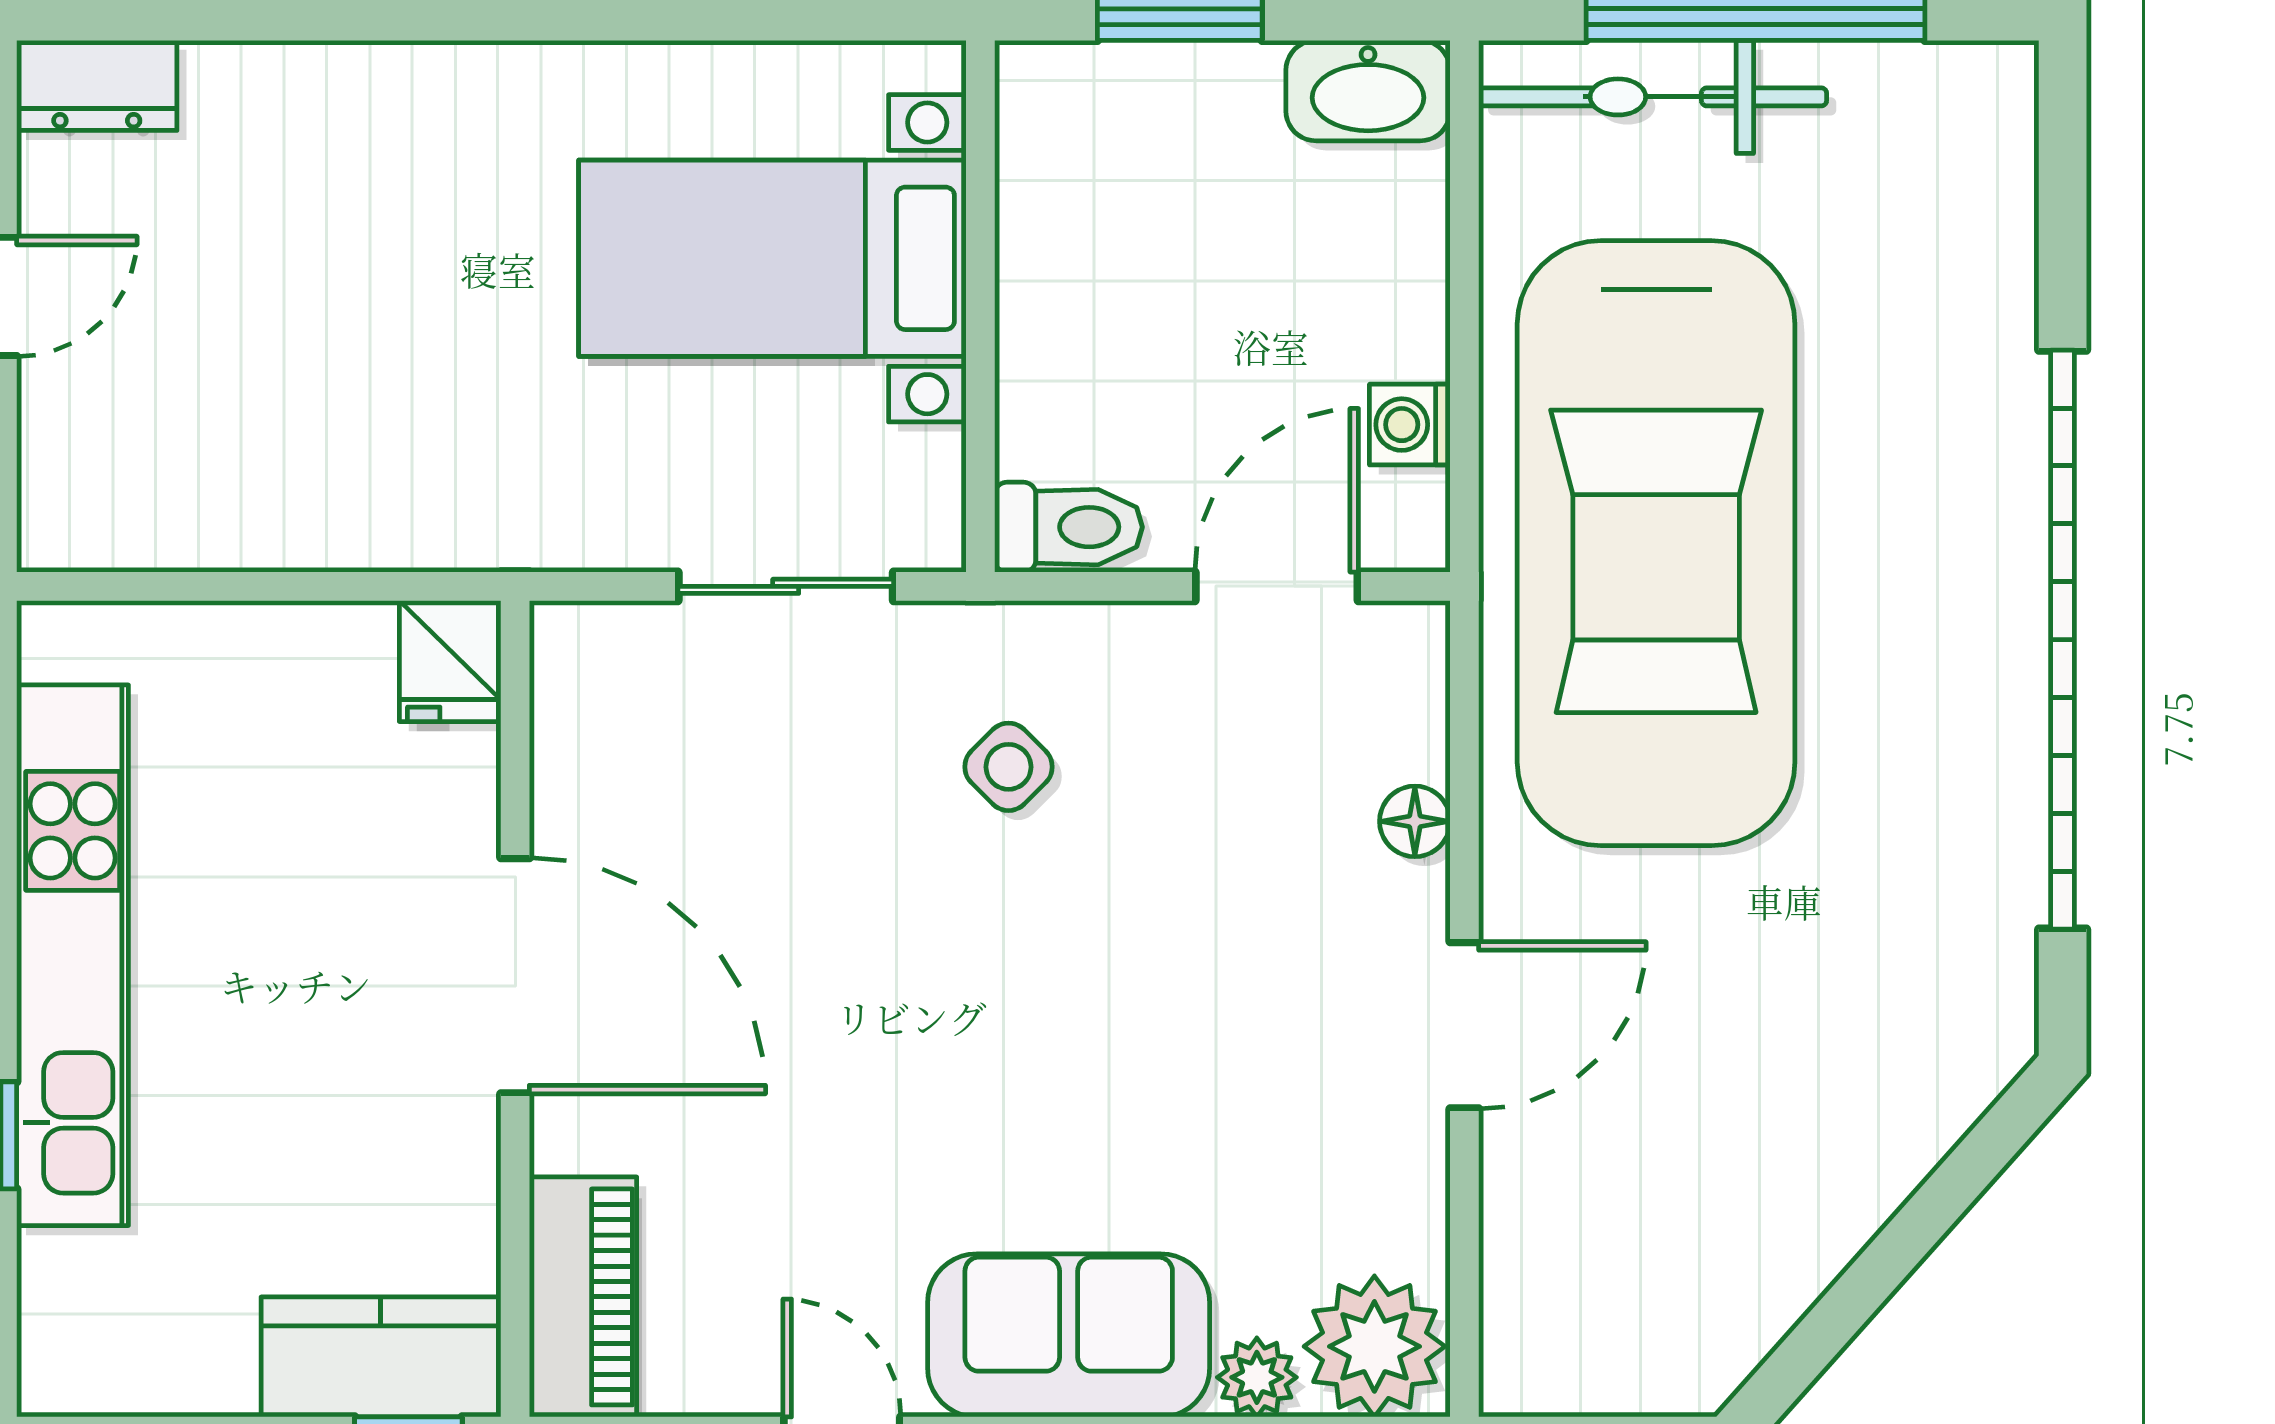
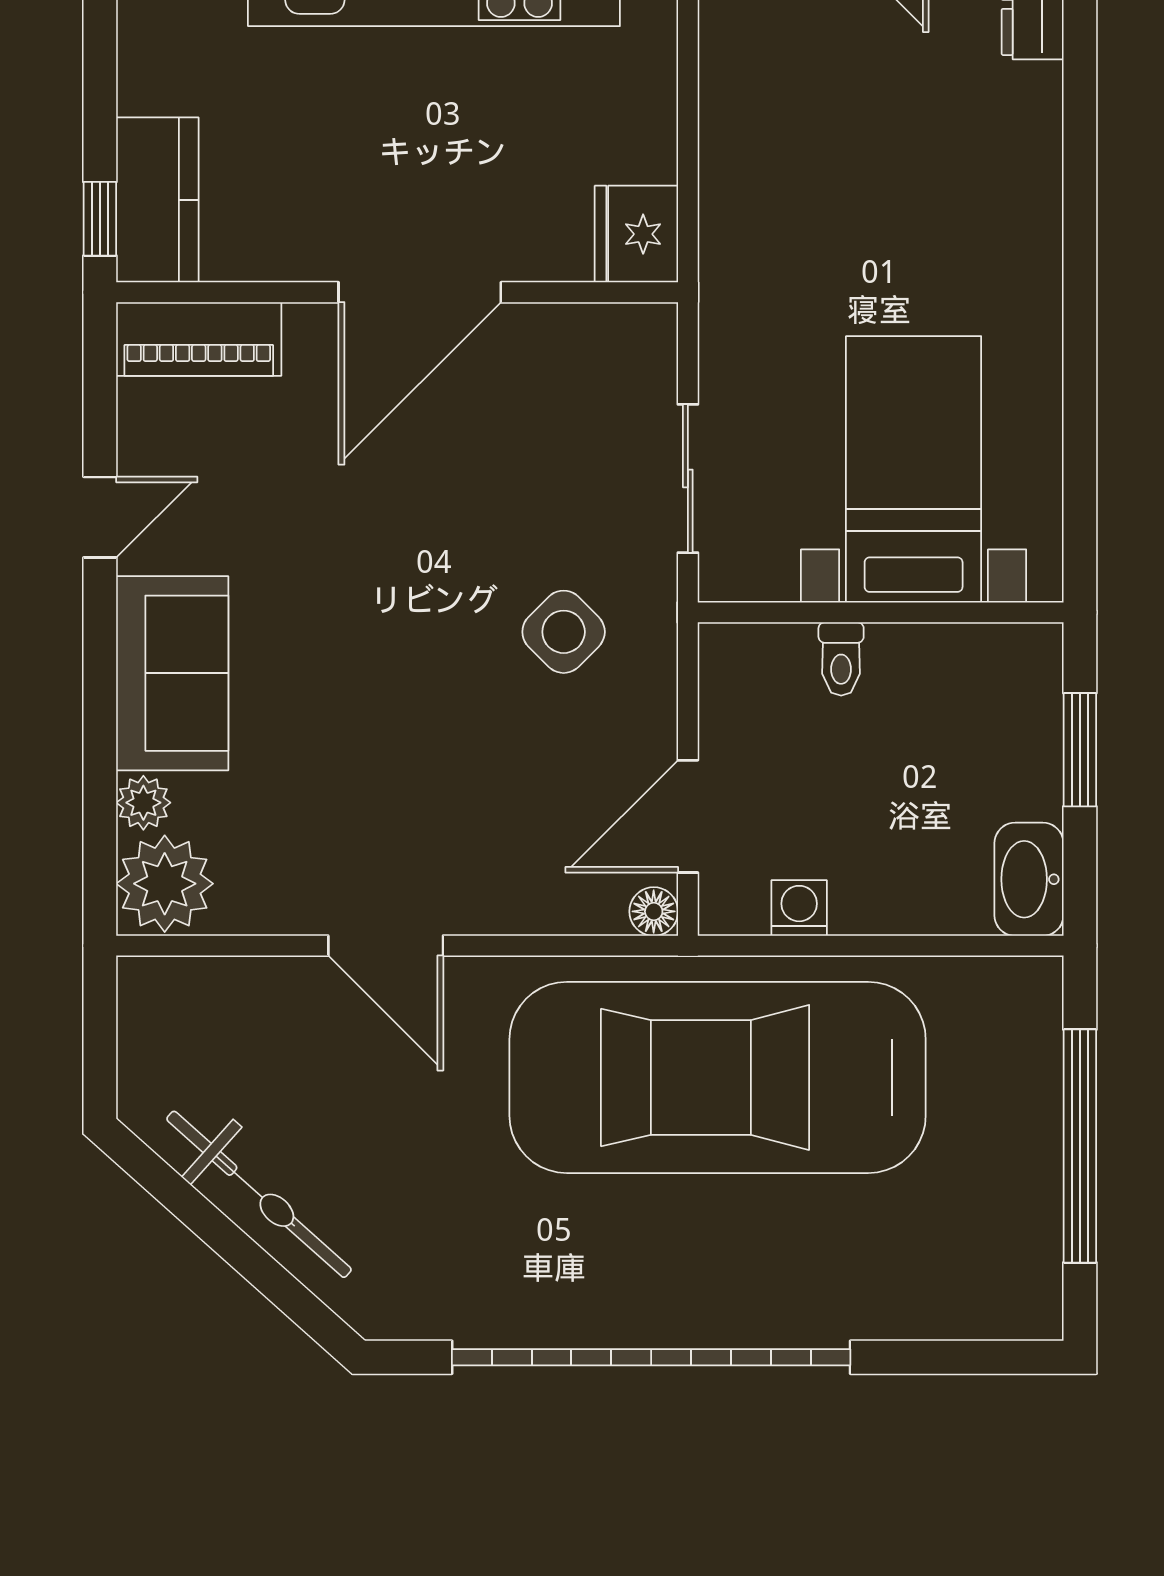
bicycle: (1653, 97) -> (259, 1194), moved, turned 132
toilet: (1068, 527) -> (841, 659), moved, width x0.73, depth x0.72
door: (1277, 586) -> (688, 816), swing flipped
fridge: (450, 661) -> (636, 234), width x1.38
side table: (1009, 767) -> (564, 632), width x1.37, depth x1.37
floor lamp: (1415, 821) -> (654, 911), moved

